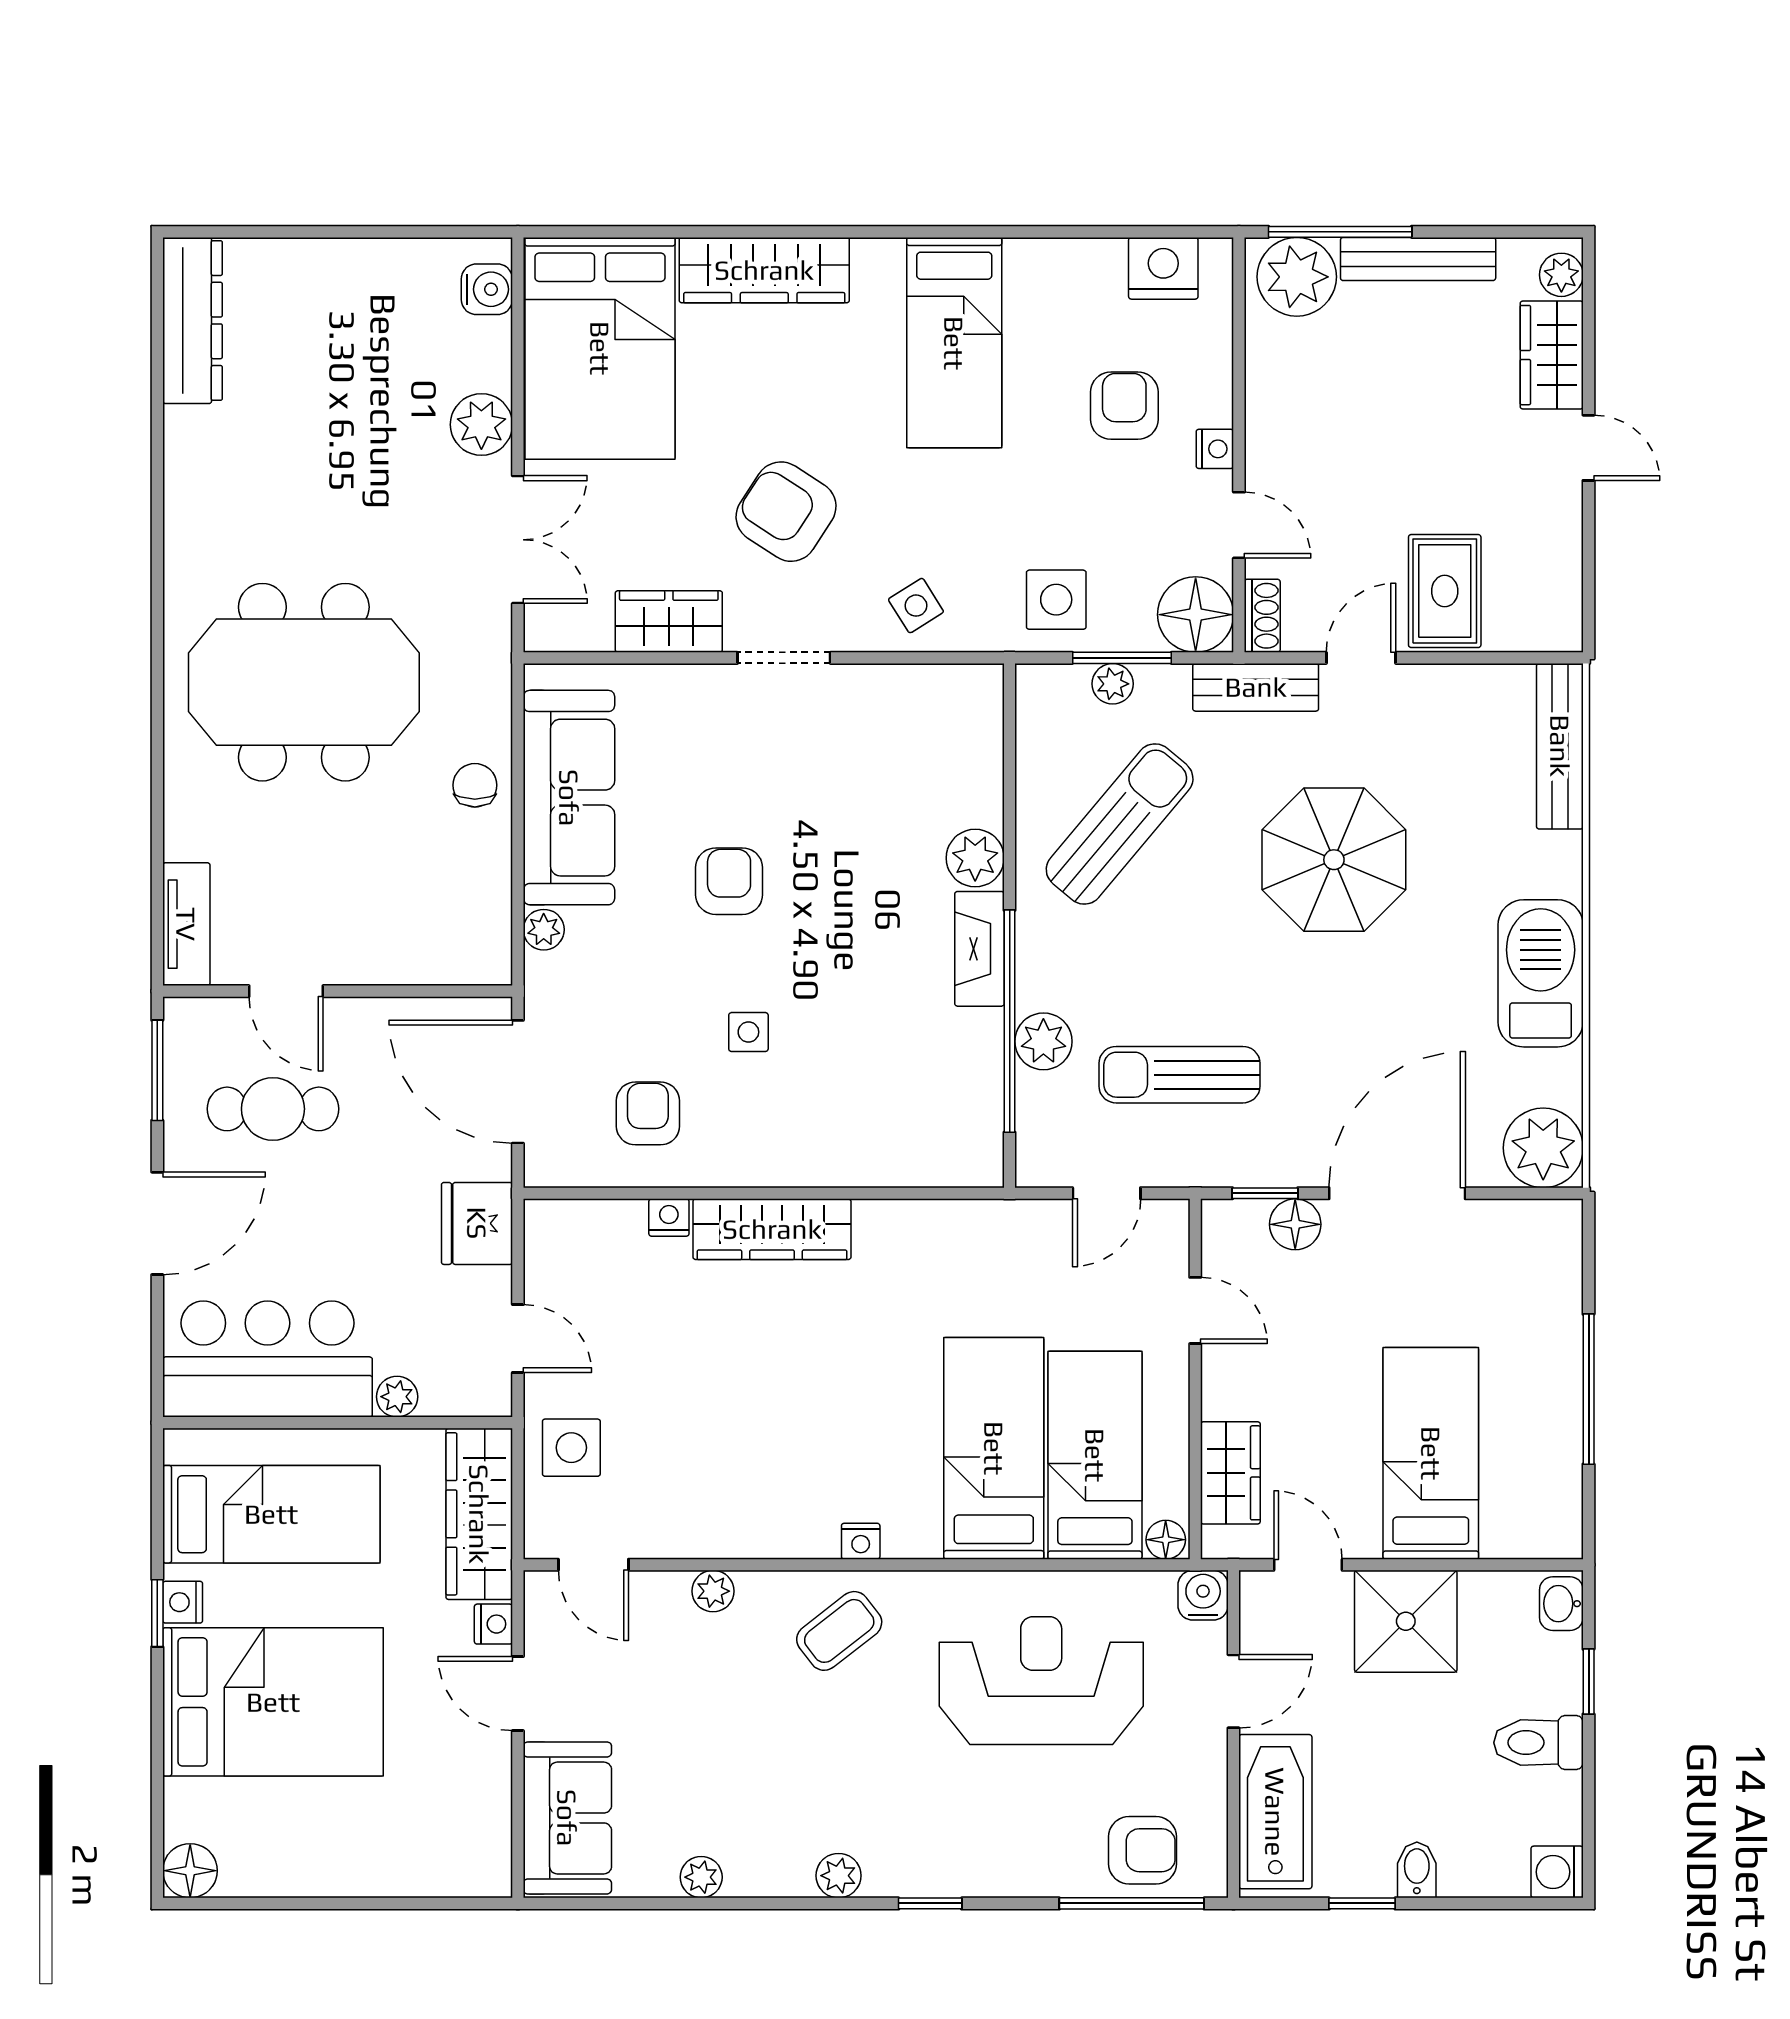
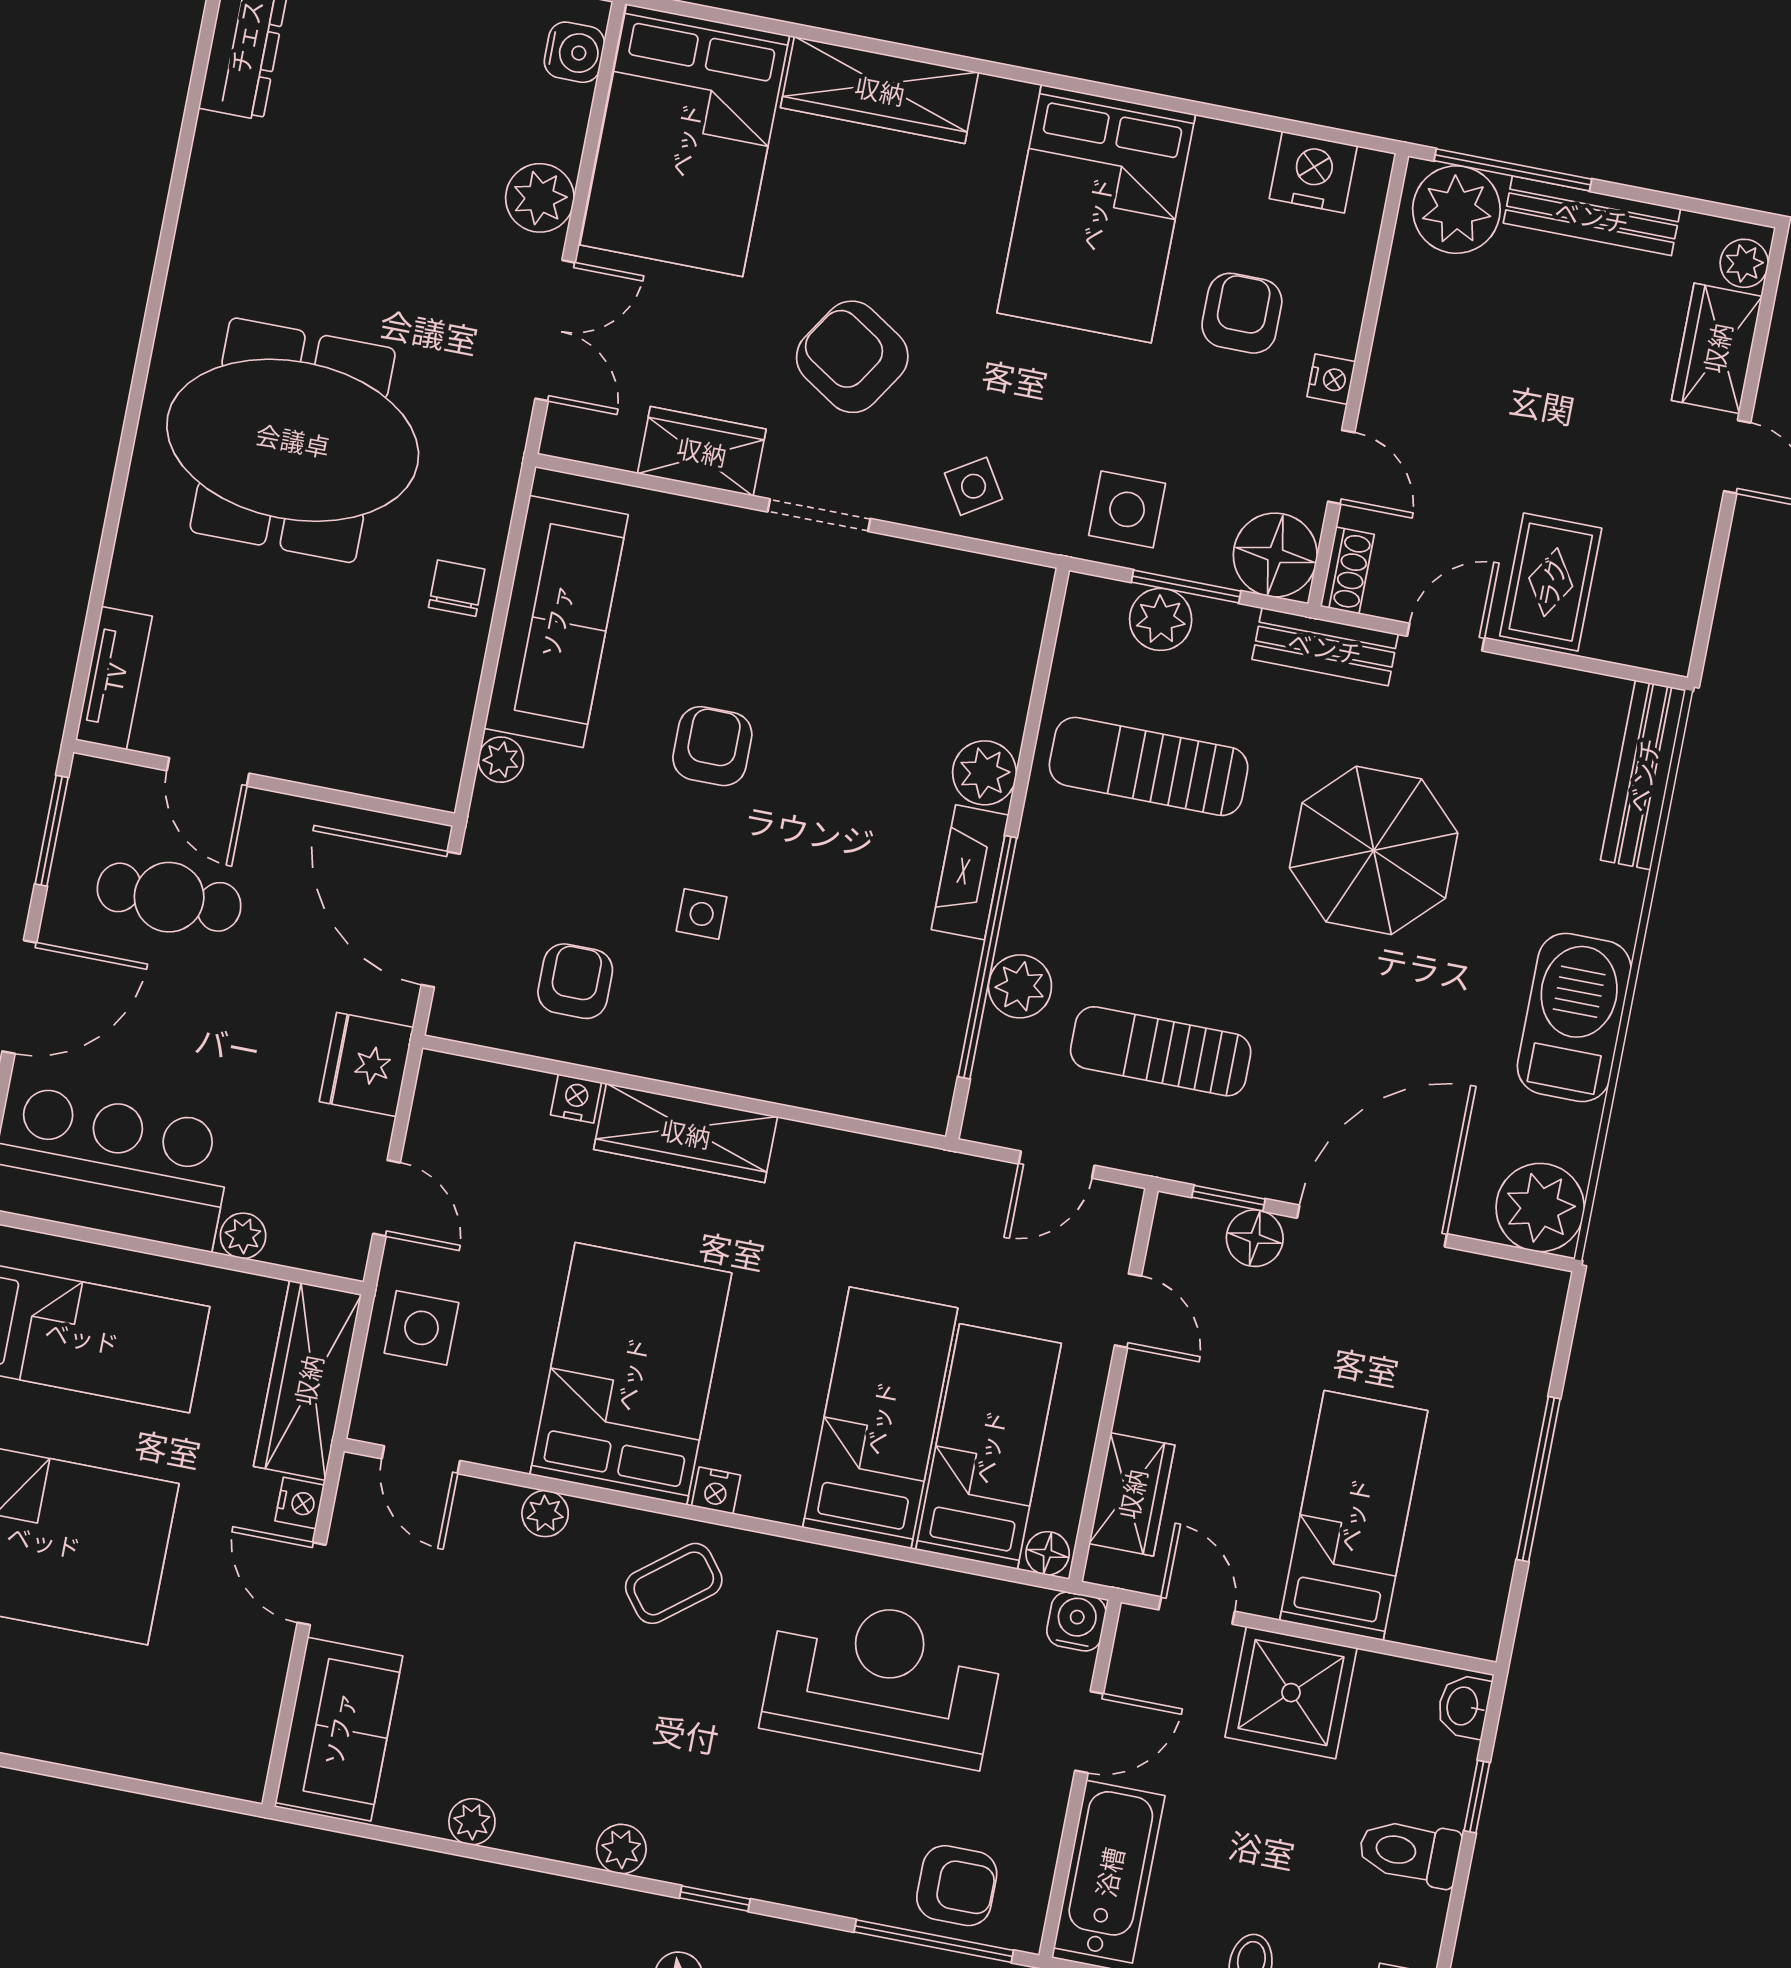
bed: (954, 343) -> (1096, 214), width x1.50
plant: (1113, 684) -> (1161, 619), width x1.38, depth x1.38
sun lounger: (1120, 824) -> (1149, 766), turned -130
bed: (765, 1452) -> (631, 1374), added

